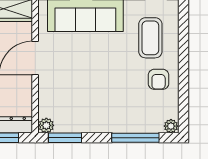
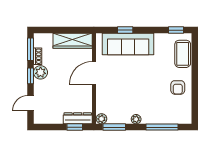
coffee table: (150, 38) -> (183, 54), moved
plant: (171, 126) -> (136, 119), moved

